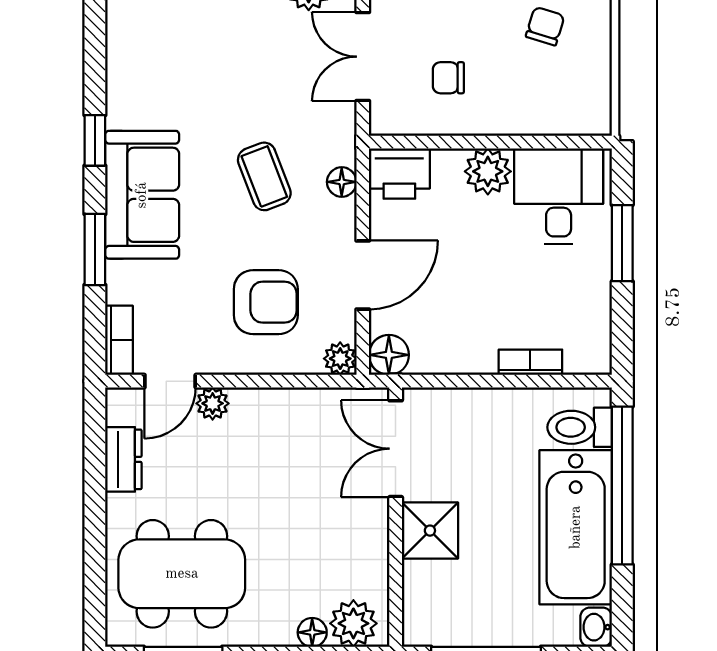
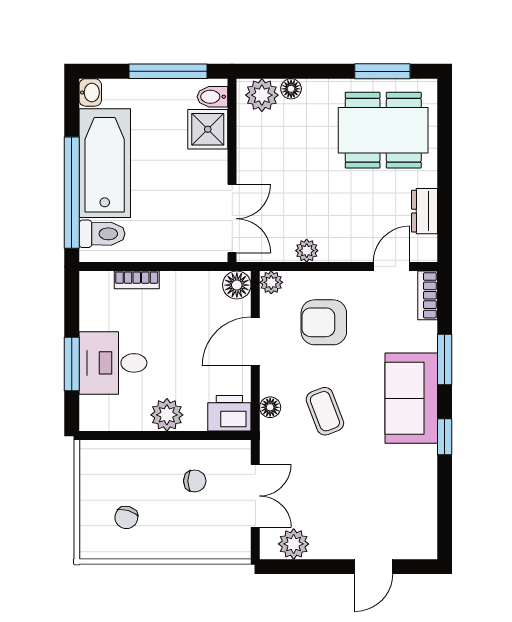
desk: (559, 196) -> (113, 363), moved, turned 90
plant: (213, 403) -> (307, 251), moved
shower: (430, 531) -> (208, 129), moved
bidet: (423, 621) -> (212, 97), added

